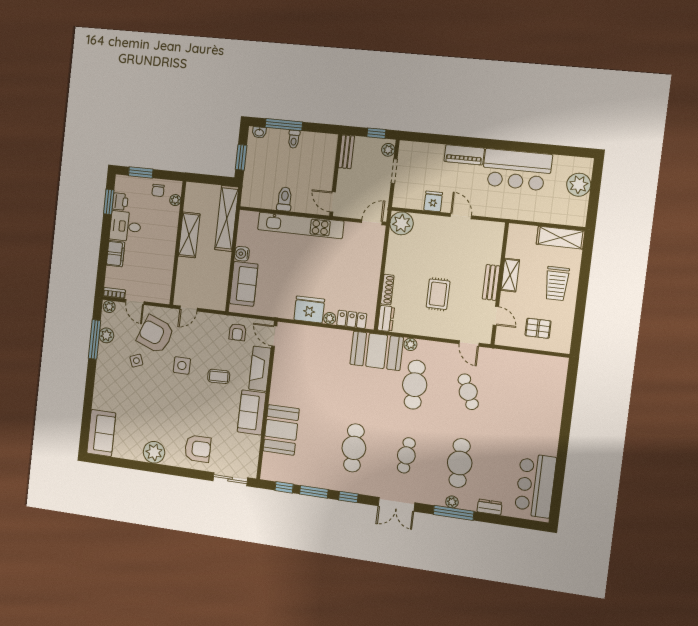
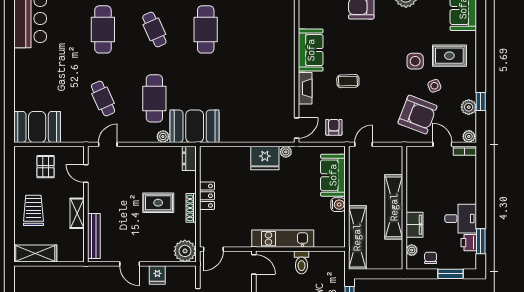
kitchen unit: (301, 225) -> (283, 239), width x0.73
shelving: (189, 235) -> (394, 207), width x1.47
filing cabinet: (116, 254) -> (415, 225), moved, turned 180
bench: (491, 282) -> (94, 236), moved, width x1.36
shoe rack: (387, 290) -> (191, 208), moved
rug: (438, 294) -> (158, 203), moved, turned 90
door: (189, 309) -> (364, 144), moved
plant: (330, 318) -> (286, 152), moved
locker: (352, 319) -> (207, 196), moved, turned -90
pallet: (538, 328) -> (46, 167), turned 90
door: (274, 336) -> (297, 128), hinge flipped
window: (94, 339) -> (481, 101), width x0.46
door: (469, 343) -> (108, 144), hinge flipped
side table: (182, 365) -> (415, 61), moved
fireplace: (260, 369) -> (305, 88), width x0.73, depth x0.76
rug: (119, 388) -> (449, 56), added
booth: (281, 430) -> (37, 127), moved, turned 90
cafe table: (406, 455) -> (154, 29), turned -30

